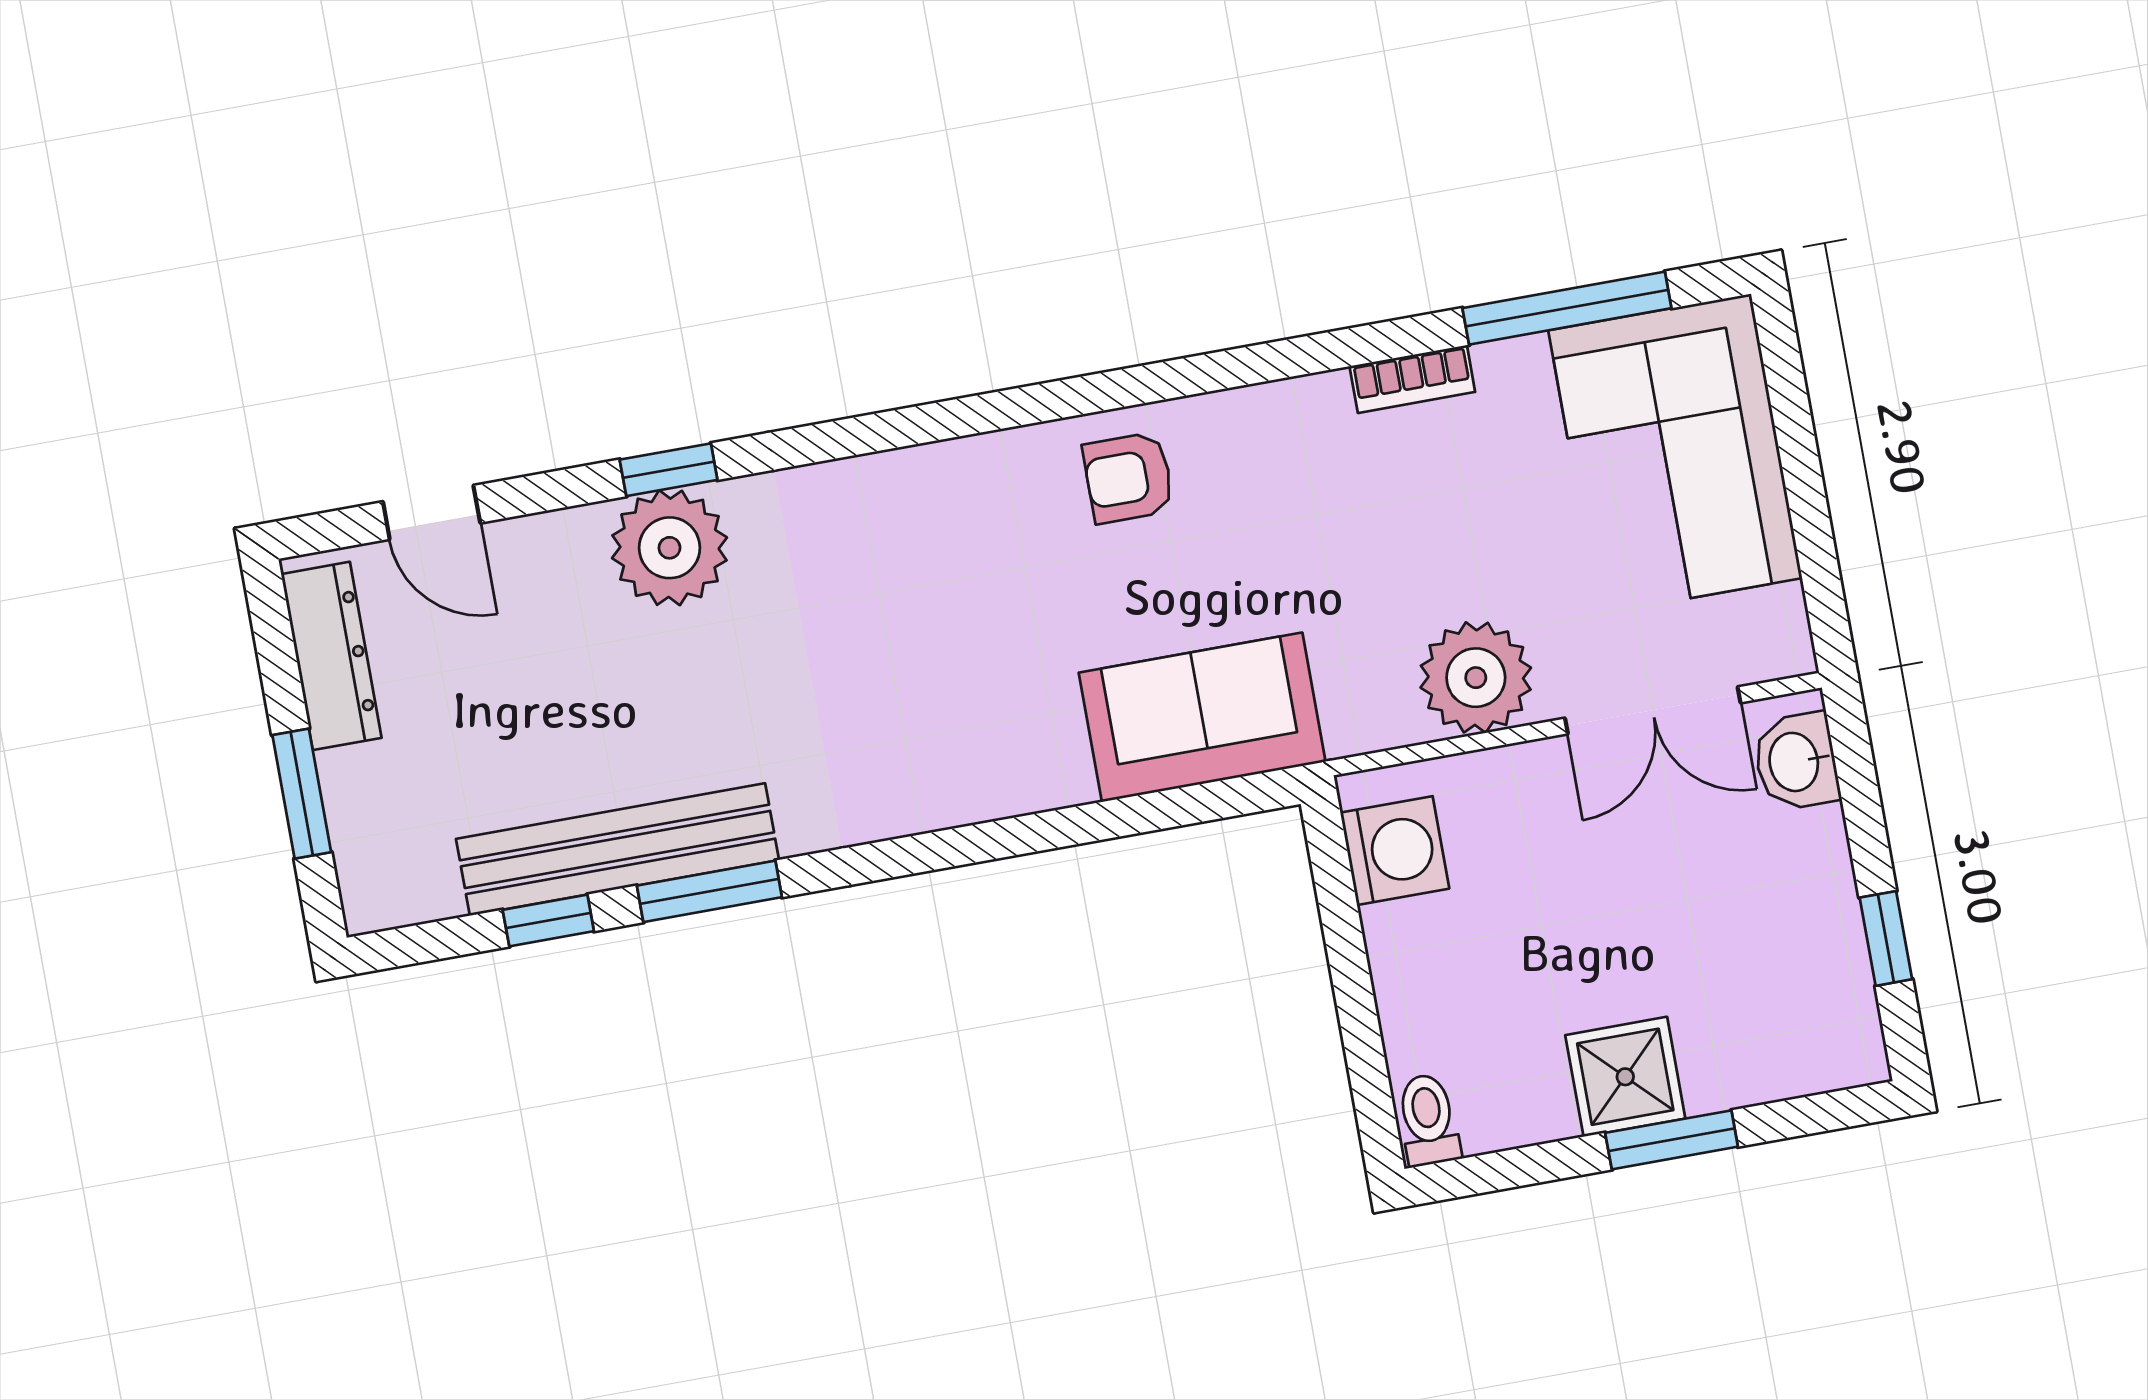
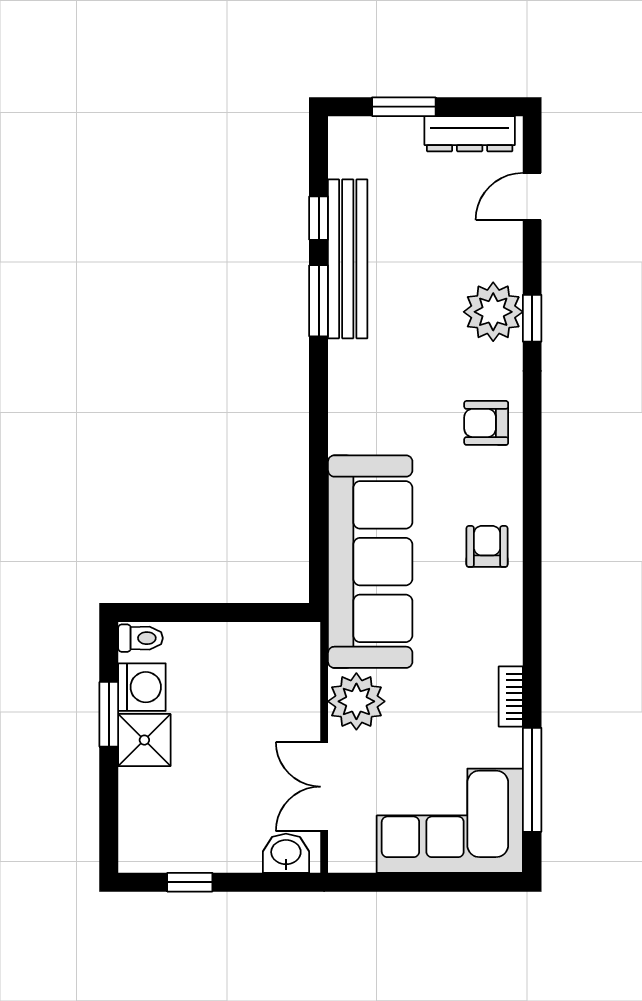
armchair: (888, 522) -> (486, 423), added
sofa: (1202, 717) -> (370, 562), width x1.85, depth x1.27
washing machine: (1395, 851) -> (142, 687), moved, turned -90
window: (1672, 1140) -> (109, 714), moved

